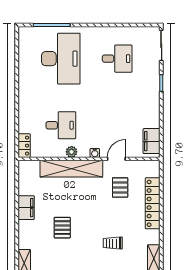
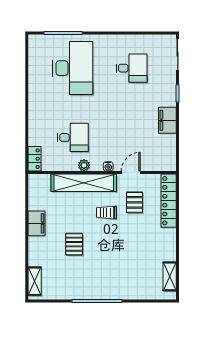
filing cabinet: (152, 141) -> (167, 120), moved
locker: (153, 203) -> (169, 201), moved
trolley: (113, 243) -> (107, 213), moved

